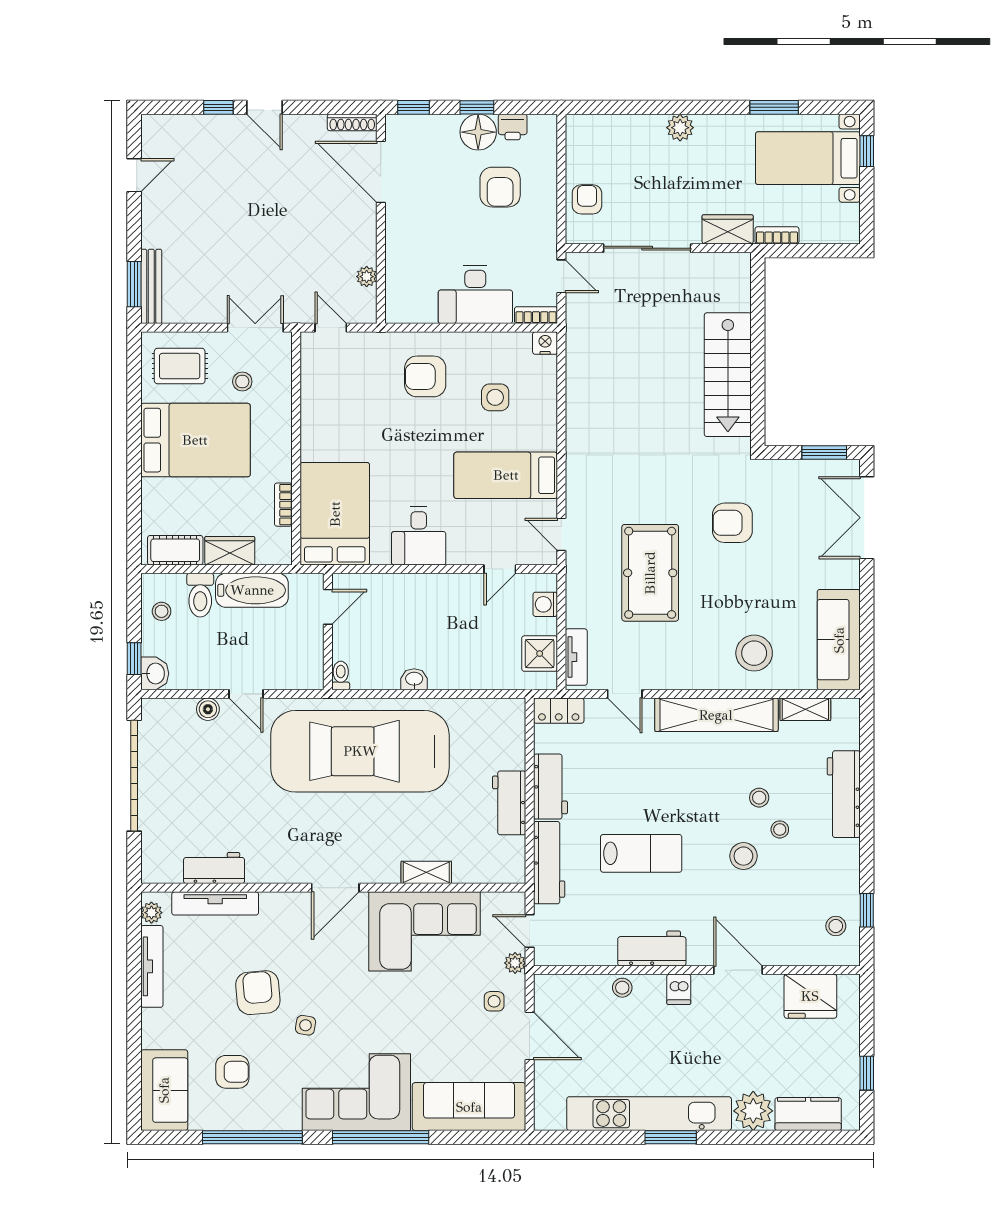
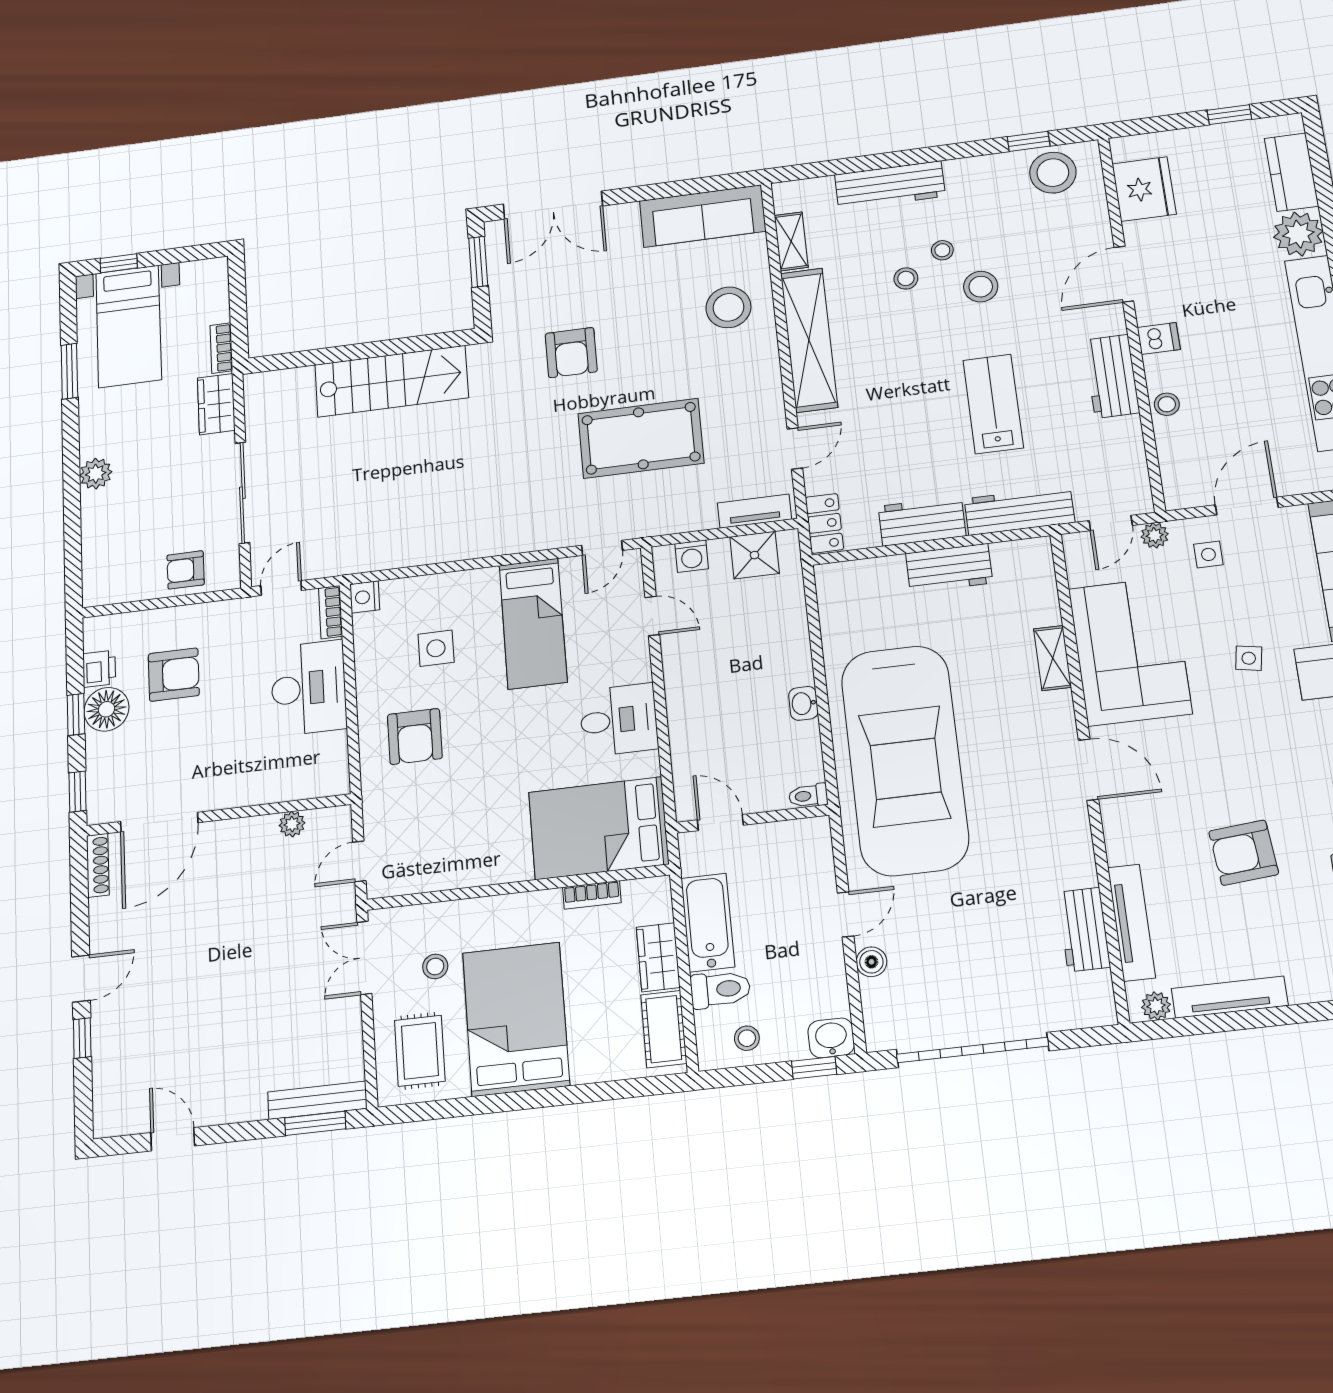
stool: (836, 926) -> (1053, 173), width x1.89, depth x1.89
side table: (306, 1025) -> (1249, 658), moved

